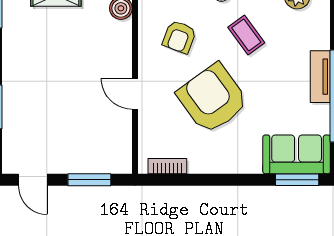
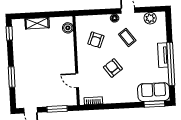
door: (135, 94) -> (77, 81), moved
armchair: (212, 98) -> (113, 68), width x0.53, depth x0.53

